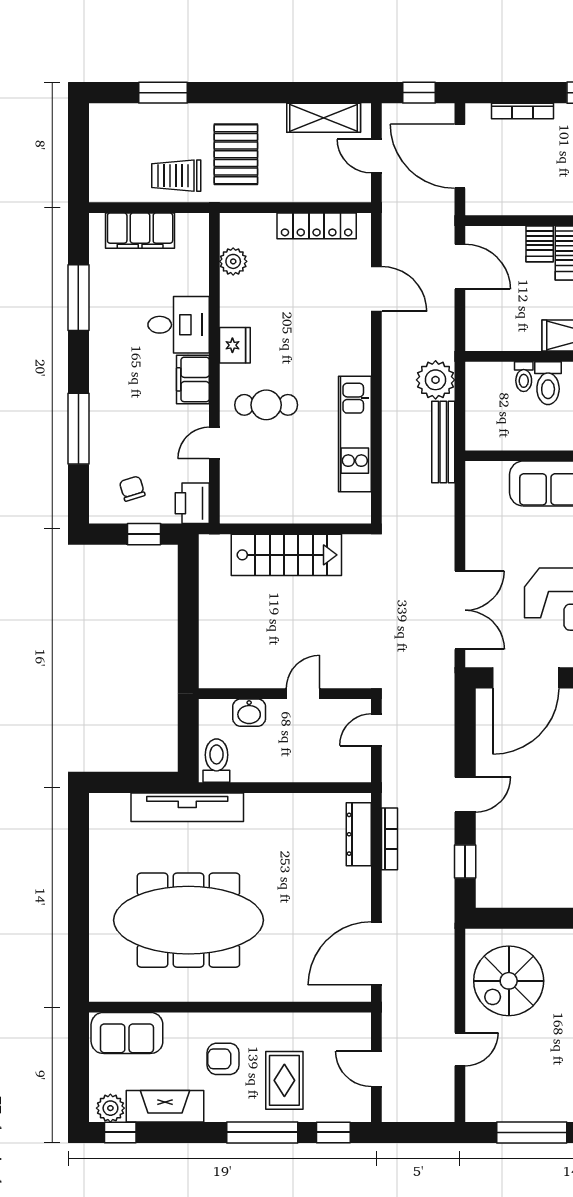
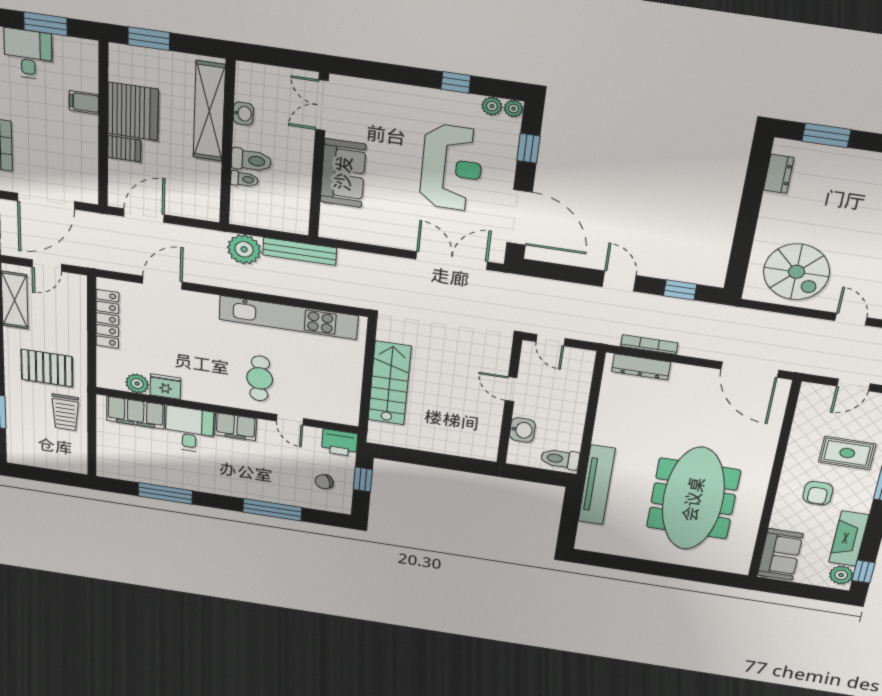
filing cabinet: (140, 231) -> (136, 413), moved, turned 90
fridge: (235, 345) -> (165, 387), moved
kitchen unit: (355, 434) -> (288, 318), width x1.36

